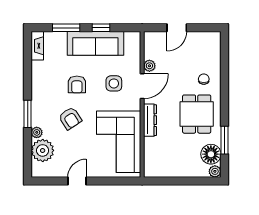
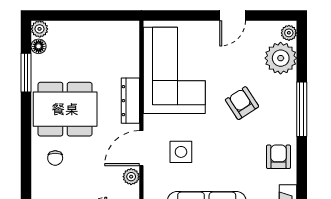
armchair: (77, 84) -> (279, 157), moved
window: (28, 114) -> (302, 109), width x1.44
dining table: (197, 114) -> (65, 109), width x1.38
plant: (37, 132) -> (289, 33), moved
floor lamp: (211, 154) -> (39, 46), width x0.53, depth x0.53

